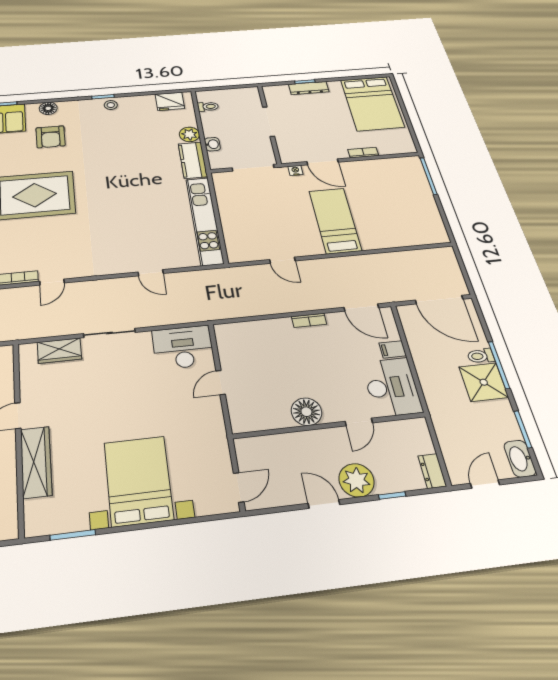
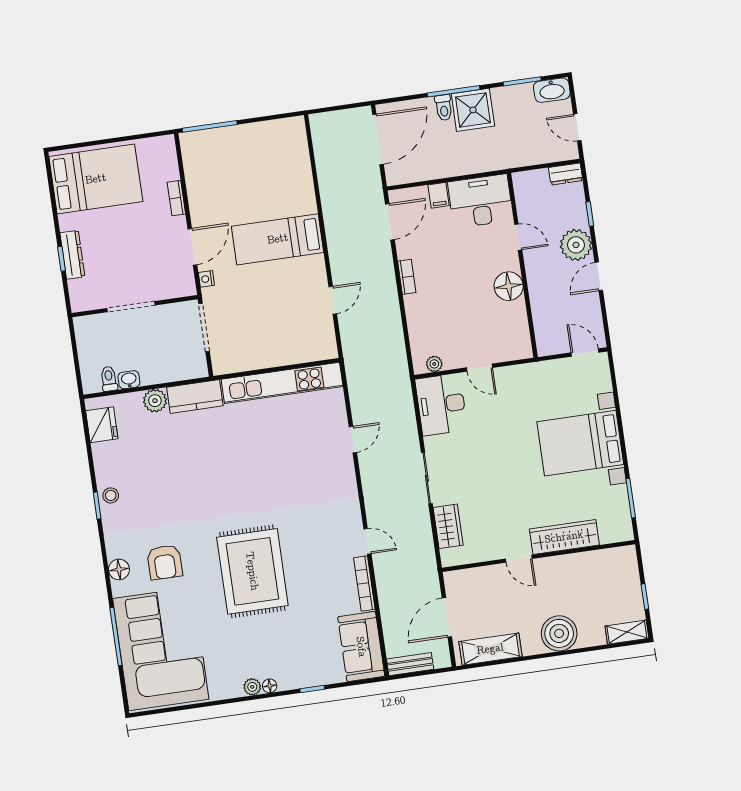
armchair: (51, 137) -> (165, 562), turned 90
washbasin: (212, 144) -> (129, 380), moved
plant: (224, 342) -> (434, 364), added

